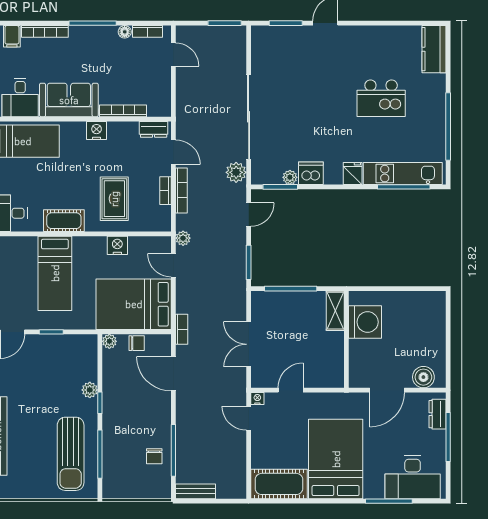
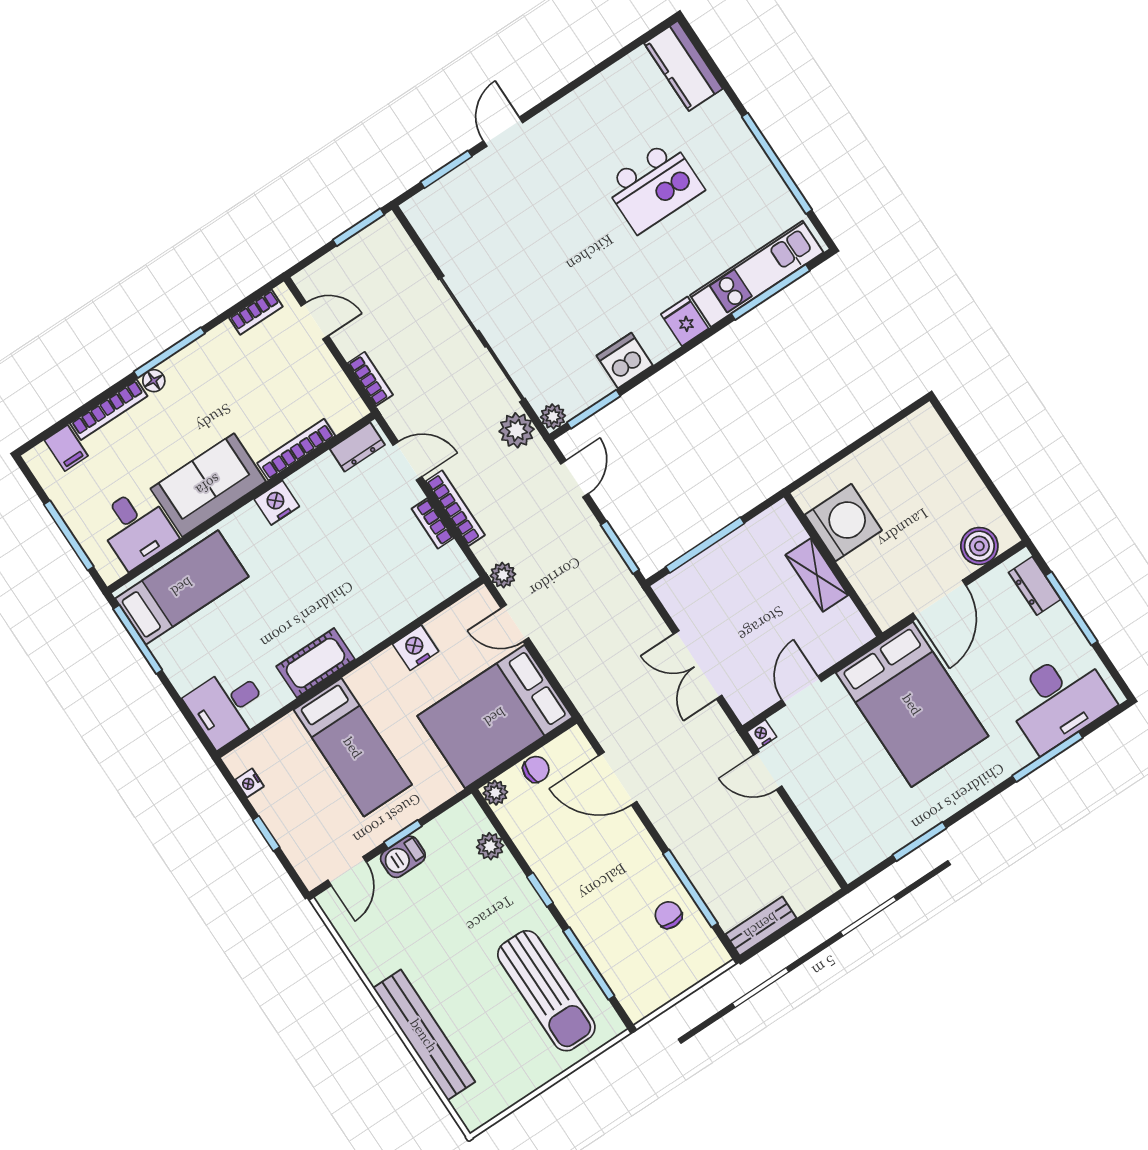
floor lamp: (125, 32) -> (154, 381), moved
plant: (290, 177) -> (553, 416), moved
rug: (114, 199) -> (367, 584), removed
shelving: (335, 311) -> (817, 575), moved
bookcase: (182, 329) -> (370, 379), moved
barbecue: (44, 343) -> (403, 857), added
plant: (90, 390) -> (490, 846), moved
chair: (154, 456) -> (669, 915), turned 180
bed: (336, 459) -> (912, 704), moved, turned 180
cot: (279, 484) -> (874, 836), removed
window: (300, 501) -> (919, 841), added

